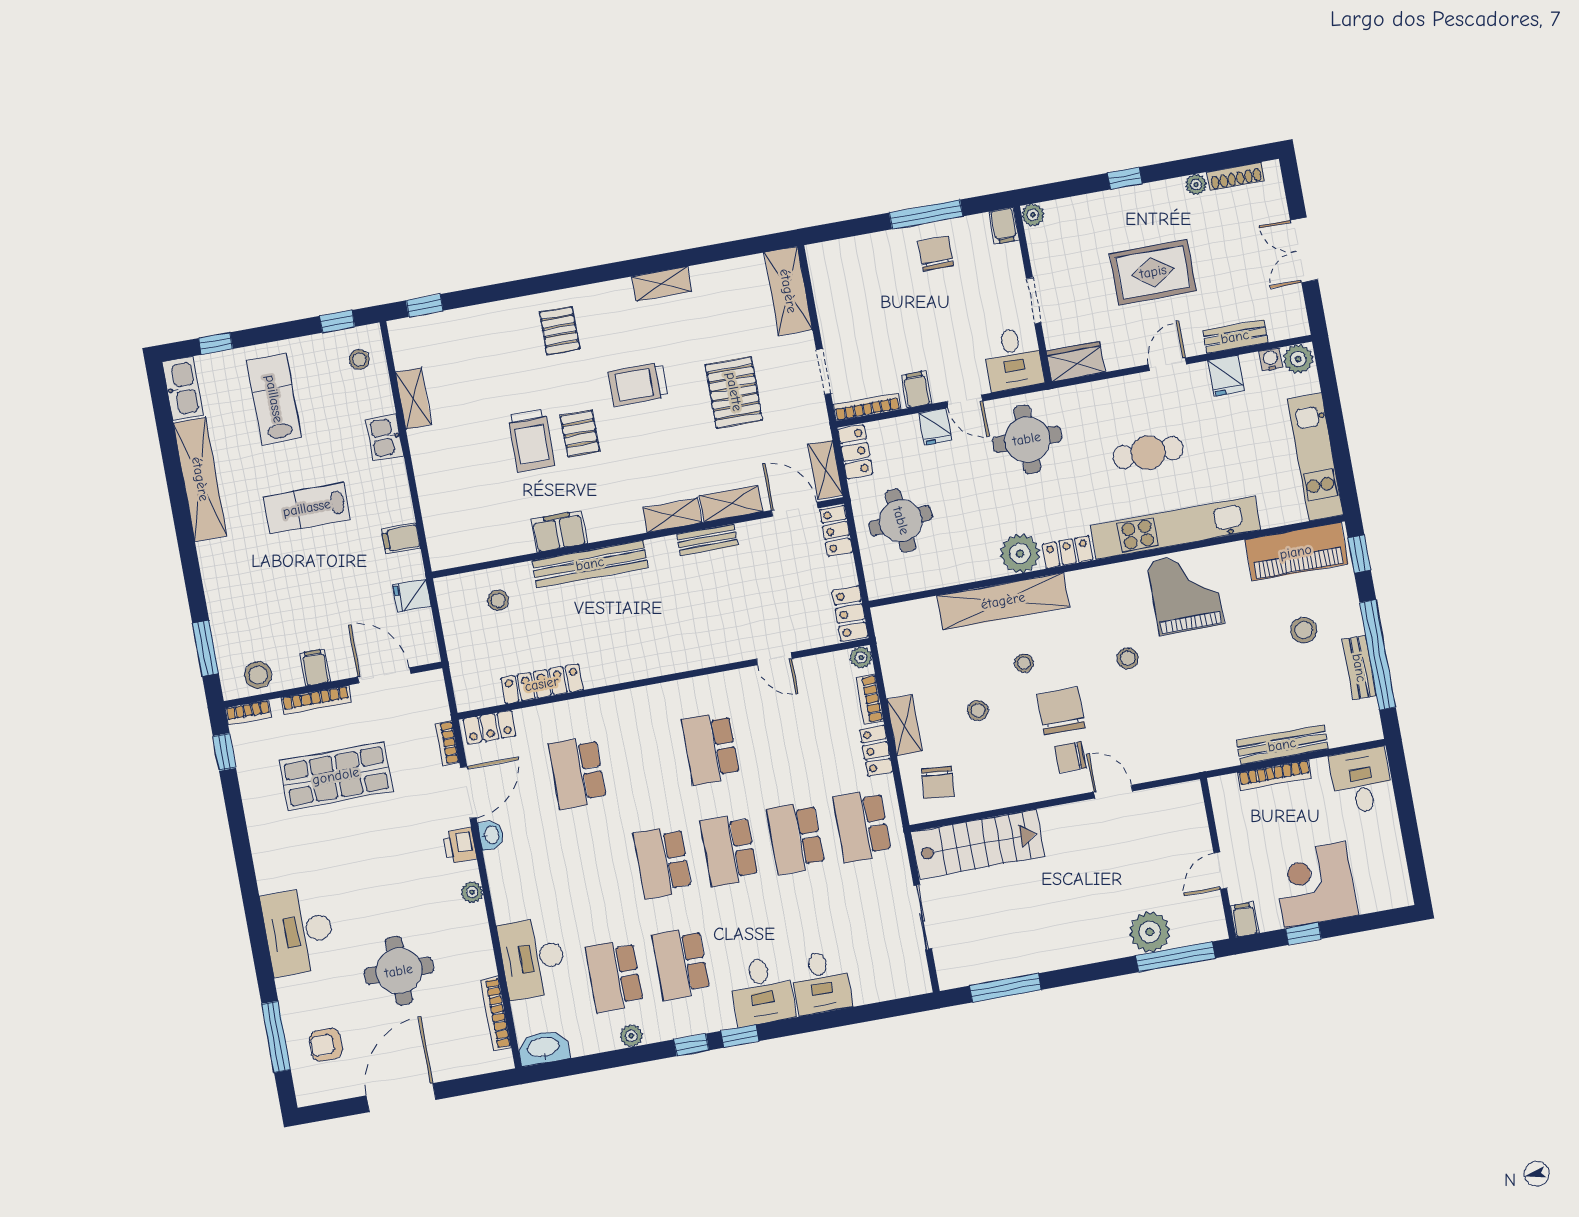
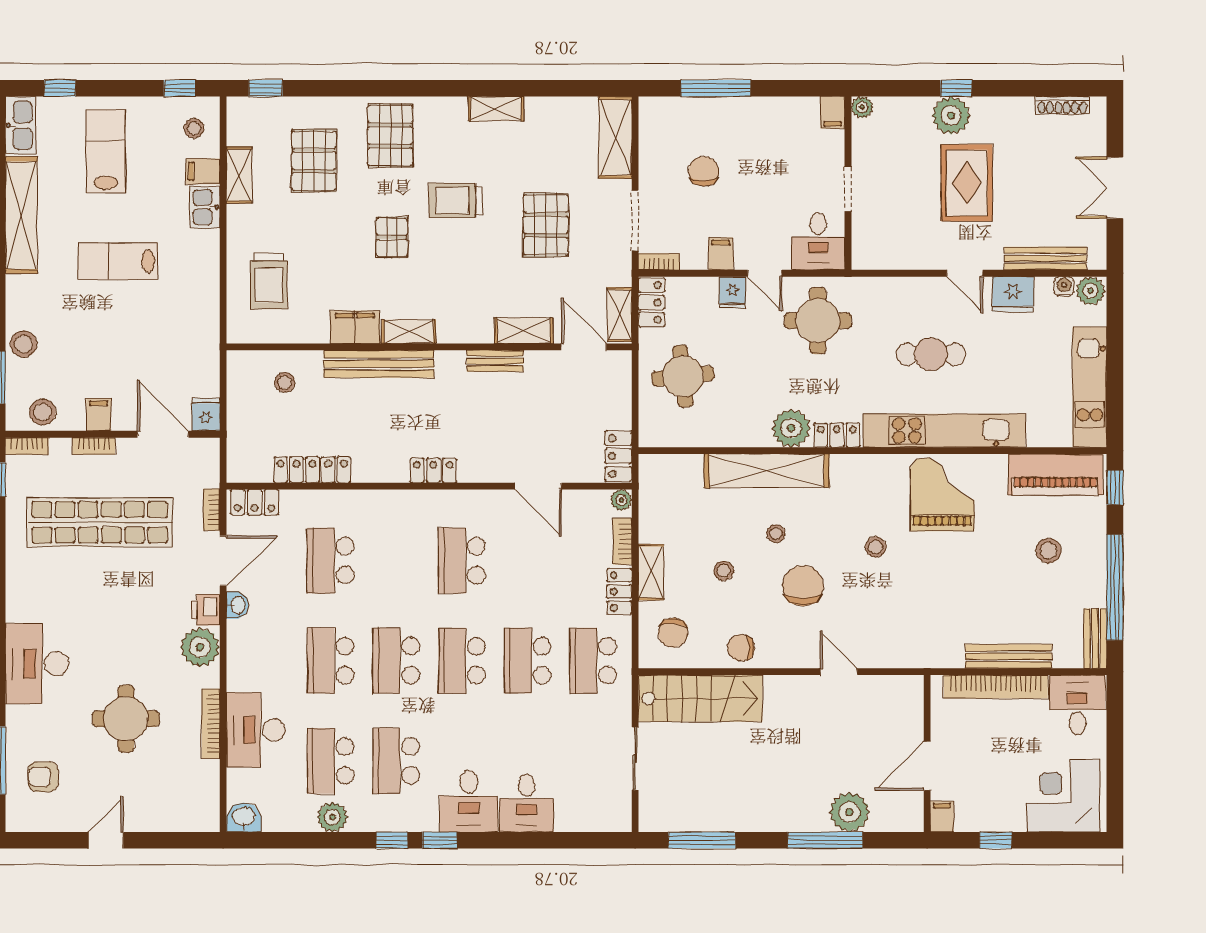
plant: (1196, 185) -> (951, 115), moved, width x1.87, depth x1.87
window: (926, 214) -> (716, 88), moved
chair: (936, 253) -> (704, 171), moved
rug: (1153, 272) -> (967, 183), turned 90
pallet: (560, 331) -> (390, 136), width x1.50, depth x1.42
bench: (1235, 337) -> (1045, 258), width x1.36
wardrobe: (1076, 362) -> (878, 255), removed
door: (1168, 364) -> (965, 273), swing flipped
pallet: (487, 370) -> (314, 161), added
doorway: (824, 372) -> (635, 221), width x1.38
fridge: (1226, 376) -> (1013, 294), width x1.38
bookcase: (867, 407) -> (659, 262), width x0.64
trolley: (531, 440) -> (269, 281), moved
shelving: (672, 515) -> (409, 332), moved
locker: (836, 531) -> (433, 470), moved, turned 90
filing cabinet: (401, 538) -> (203, 171), moved
fridge: (412, 596) -> (206, 415), moved, turned 90
stool: (226, 610) -> (24, 344), added
door: (774, 659) -> (538, 486), width x1.38
bench: (1359, 668) -> (1095, 638), moved
bookcase: (316, 700) -> (94, 446), width x0.64
chair: (1070, 757) -> (741, 648), moved
bookcase: (1275, 775) -> (996, 687), width x1.48, depth x1.31
shop shelf: (336, 776) -> (100, 522), width x1.40
door: (1220, 871) -> (927, 766), width x1.38
school desk: (596, 874) -> (331, 661), added
corner desk: (1315, 885) -> (1063, 796), moved
plant: (472, 892) -> (200, 647), width x1.88, depth x1.88
window: (1175, 957) -> (825, 840), moved
bookcase: (496, 1014) -> (211, 724), moved
plant: (631, 1036) -> (332, 817), width x1.38, depth x1.38
washbasin: (543, 1048) -> (244, 817), width x0.72
door: (401, 1098) -> (106, 840), width x0.53

